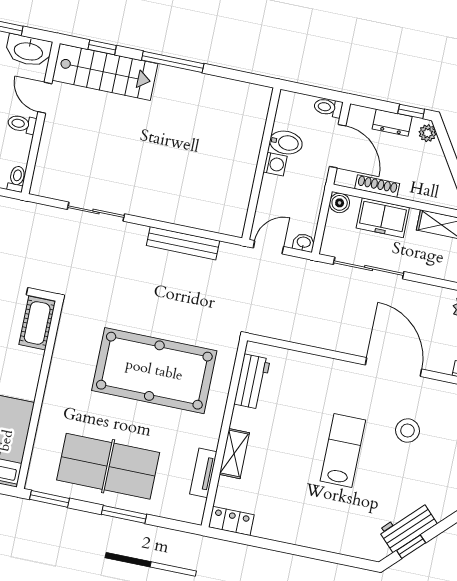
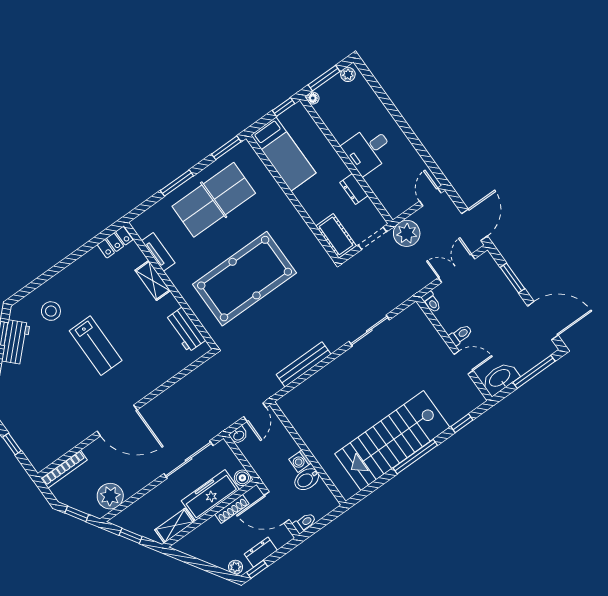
stairs: (105, 72) -> (392, 441), moved, width x1.36, depth x1.51
freezer: (383, 218) -> (210, 495), width x1.40
stool: (408, 431) -> (51, 311), moved

